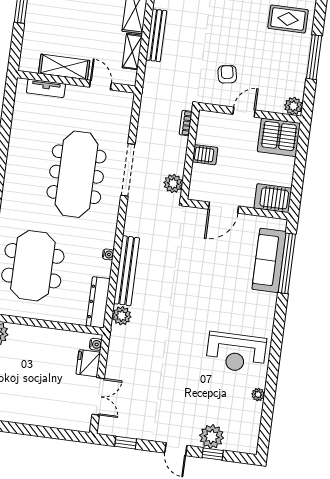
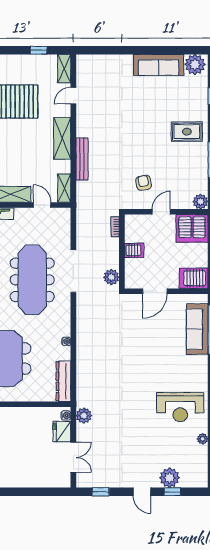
shelving: (132, 52) -> (64, 188), moved
bench: (127, 271) -> (83, 353), removed
plant: (122, 316) -> (84, 416), moved

